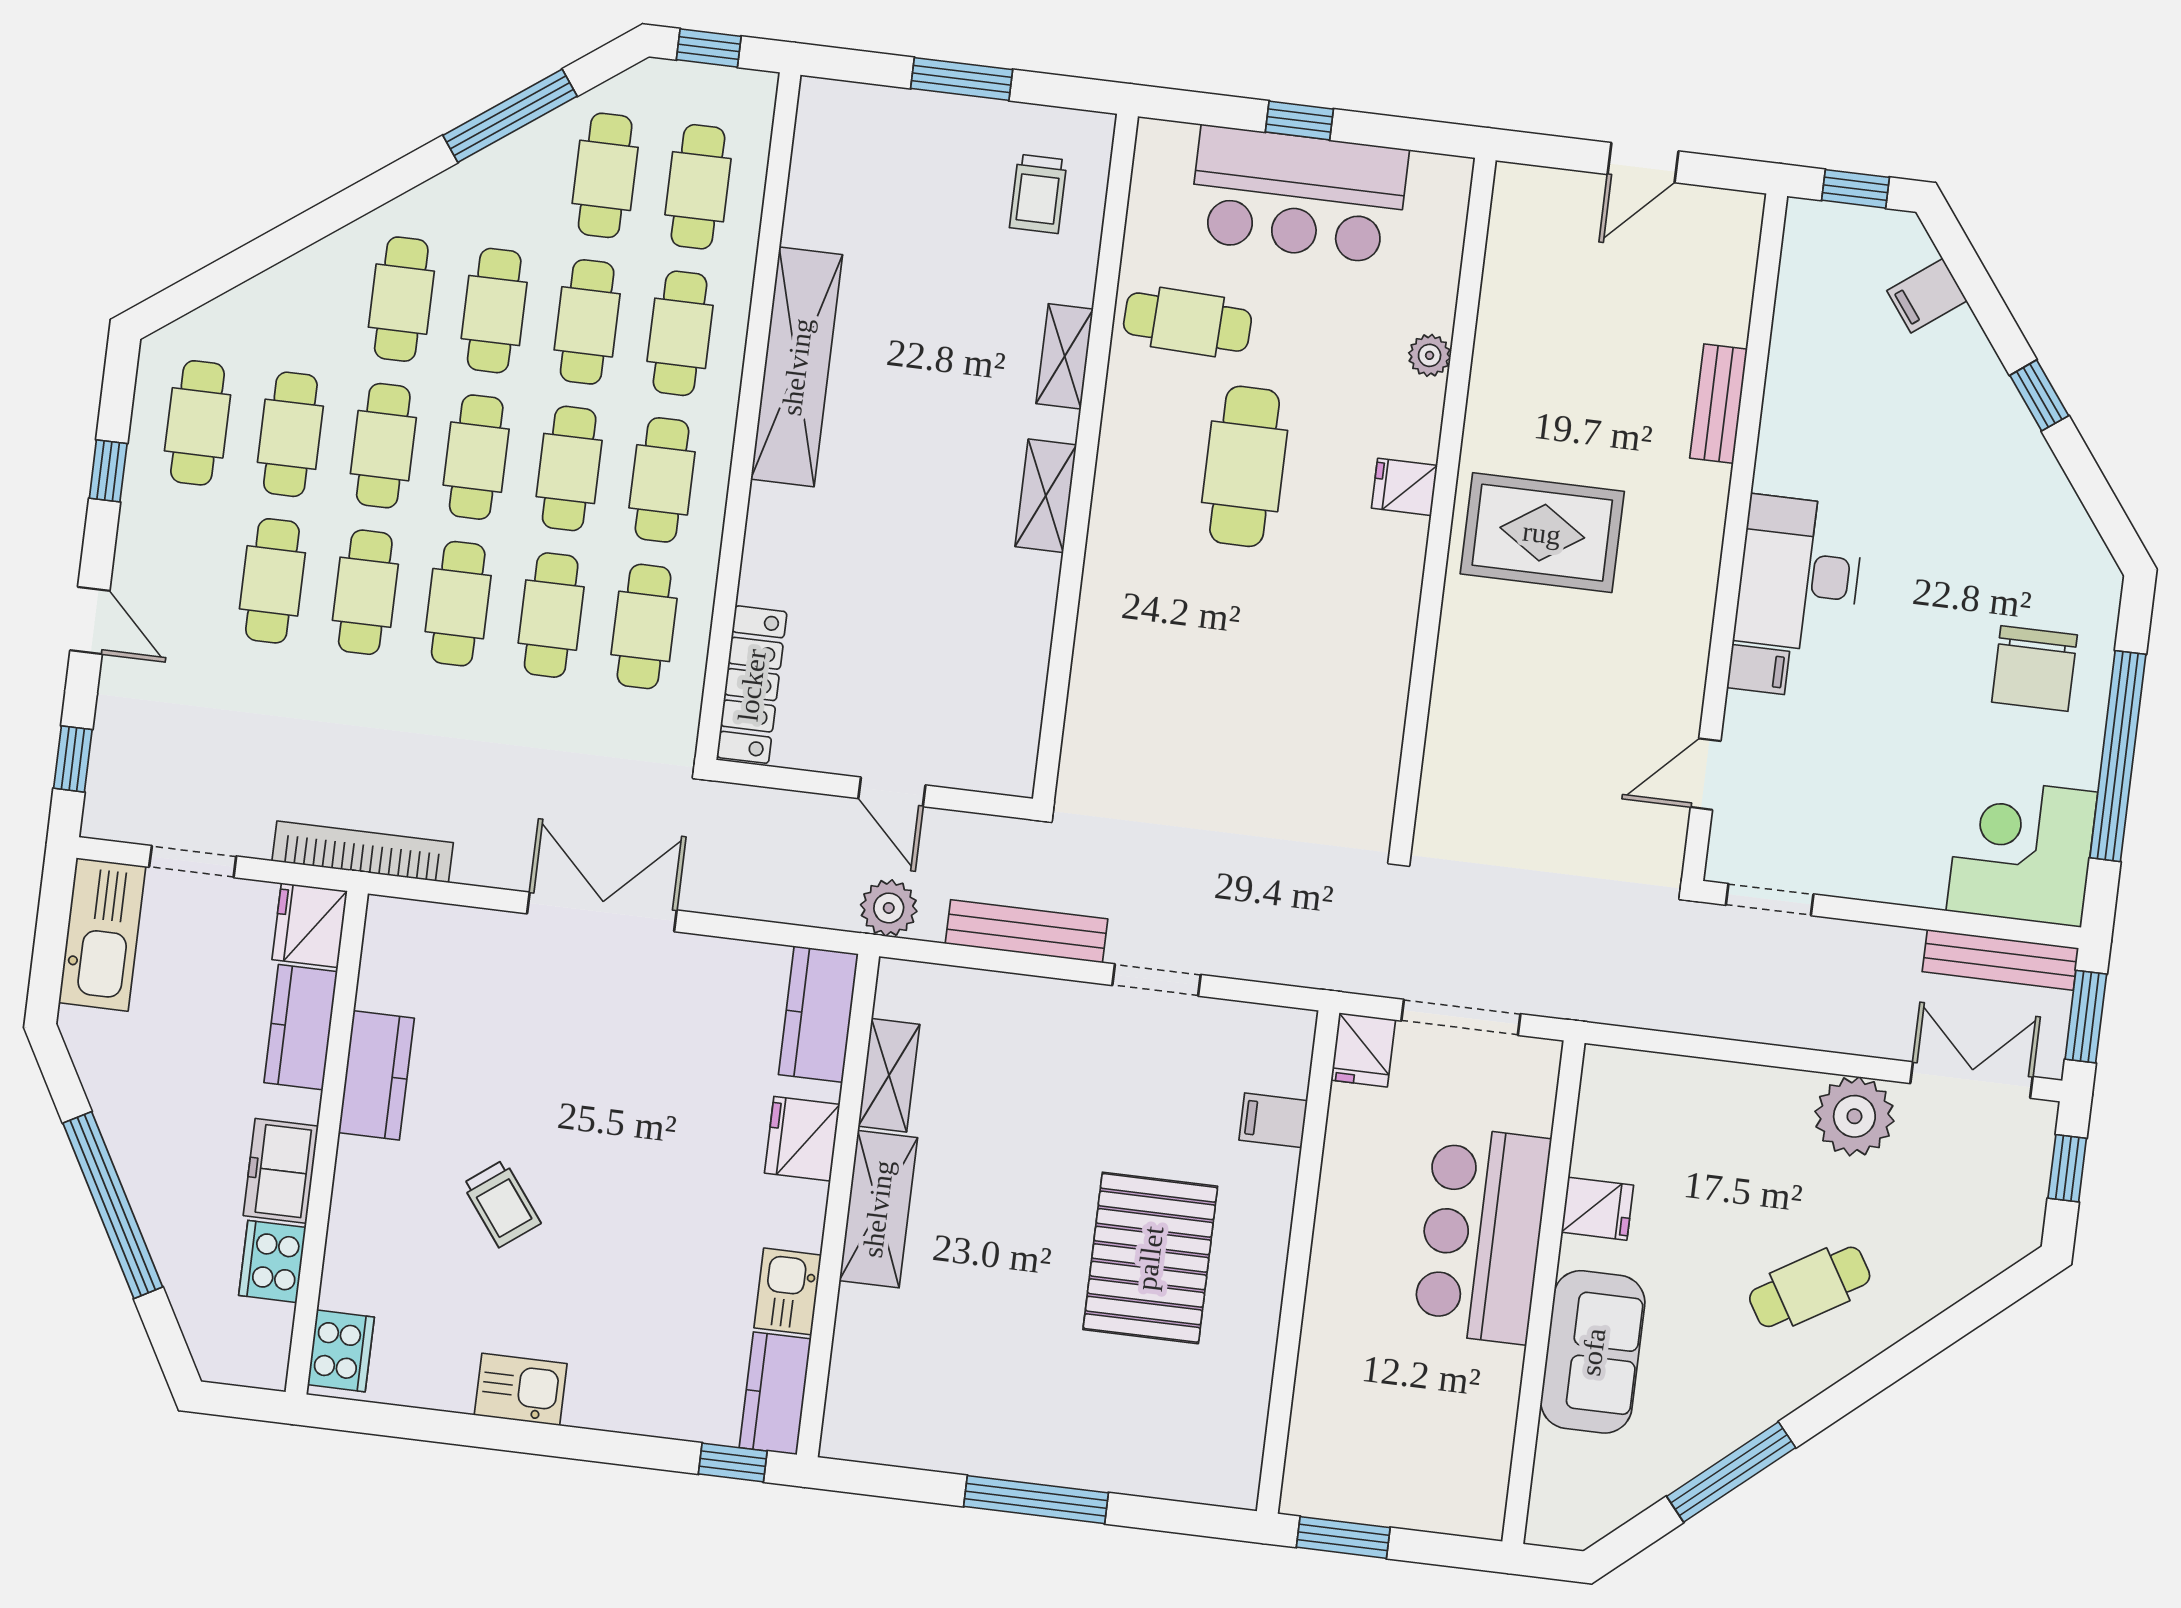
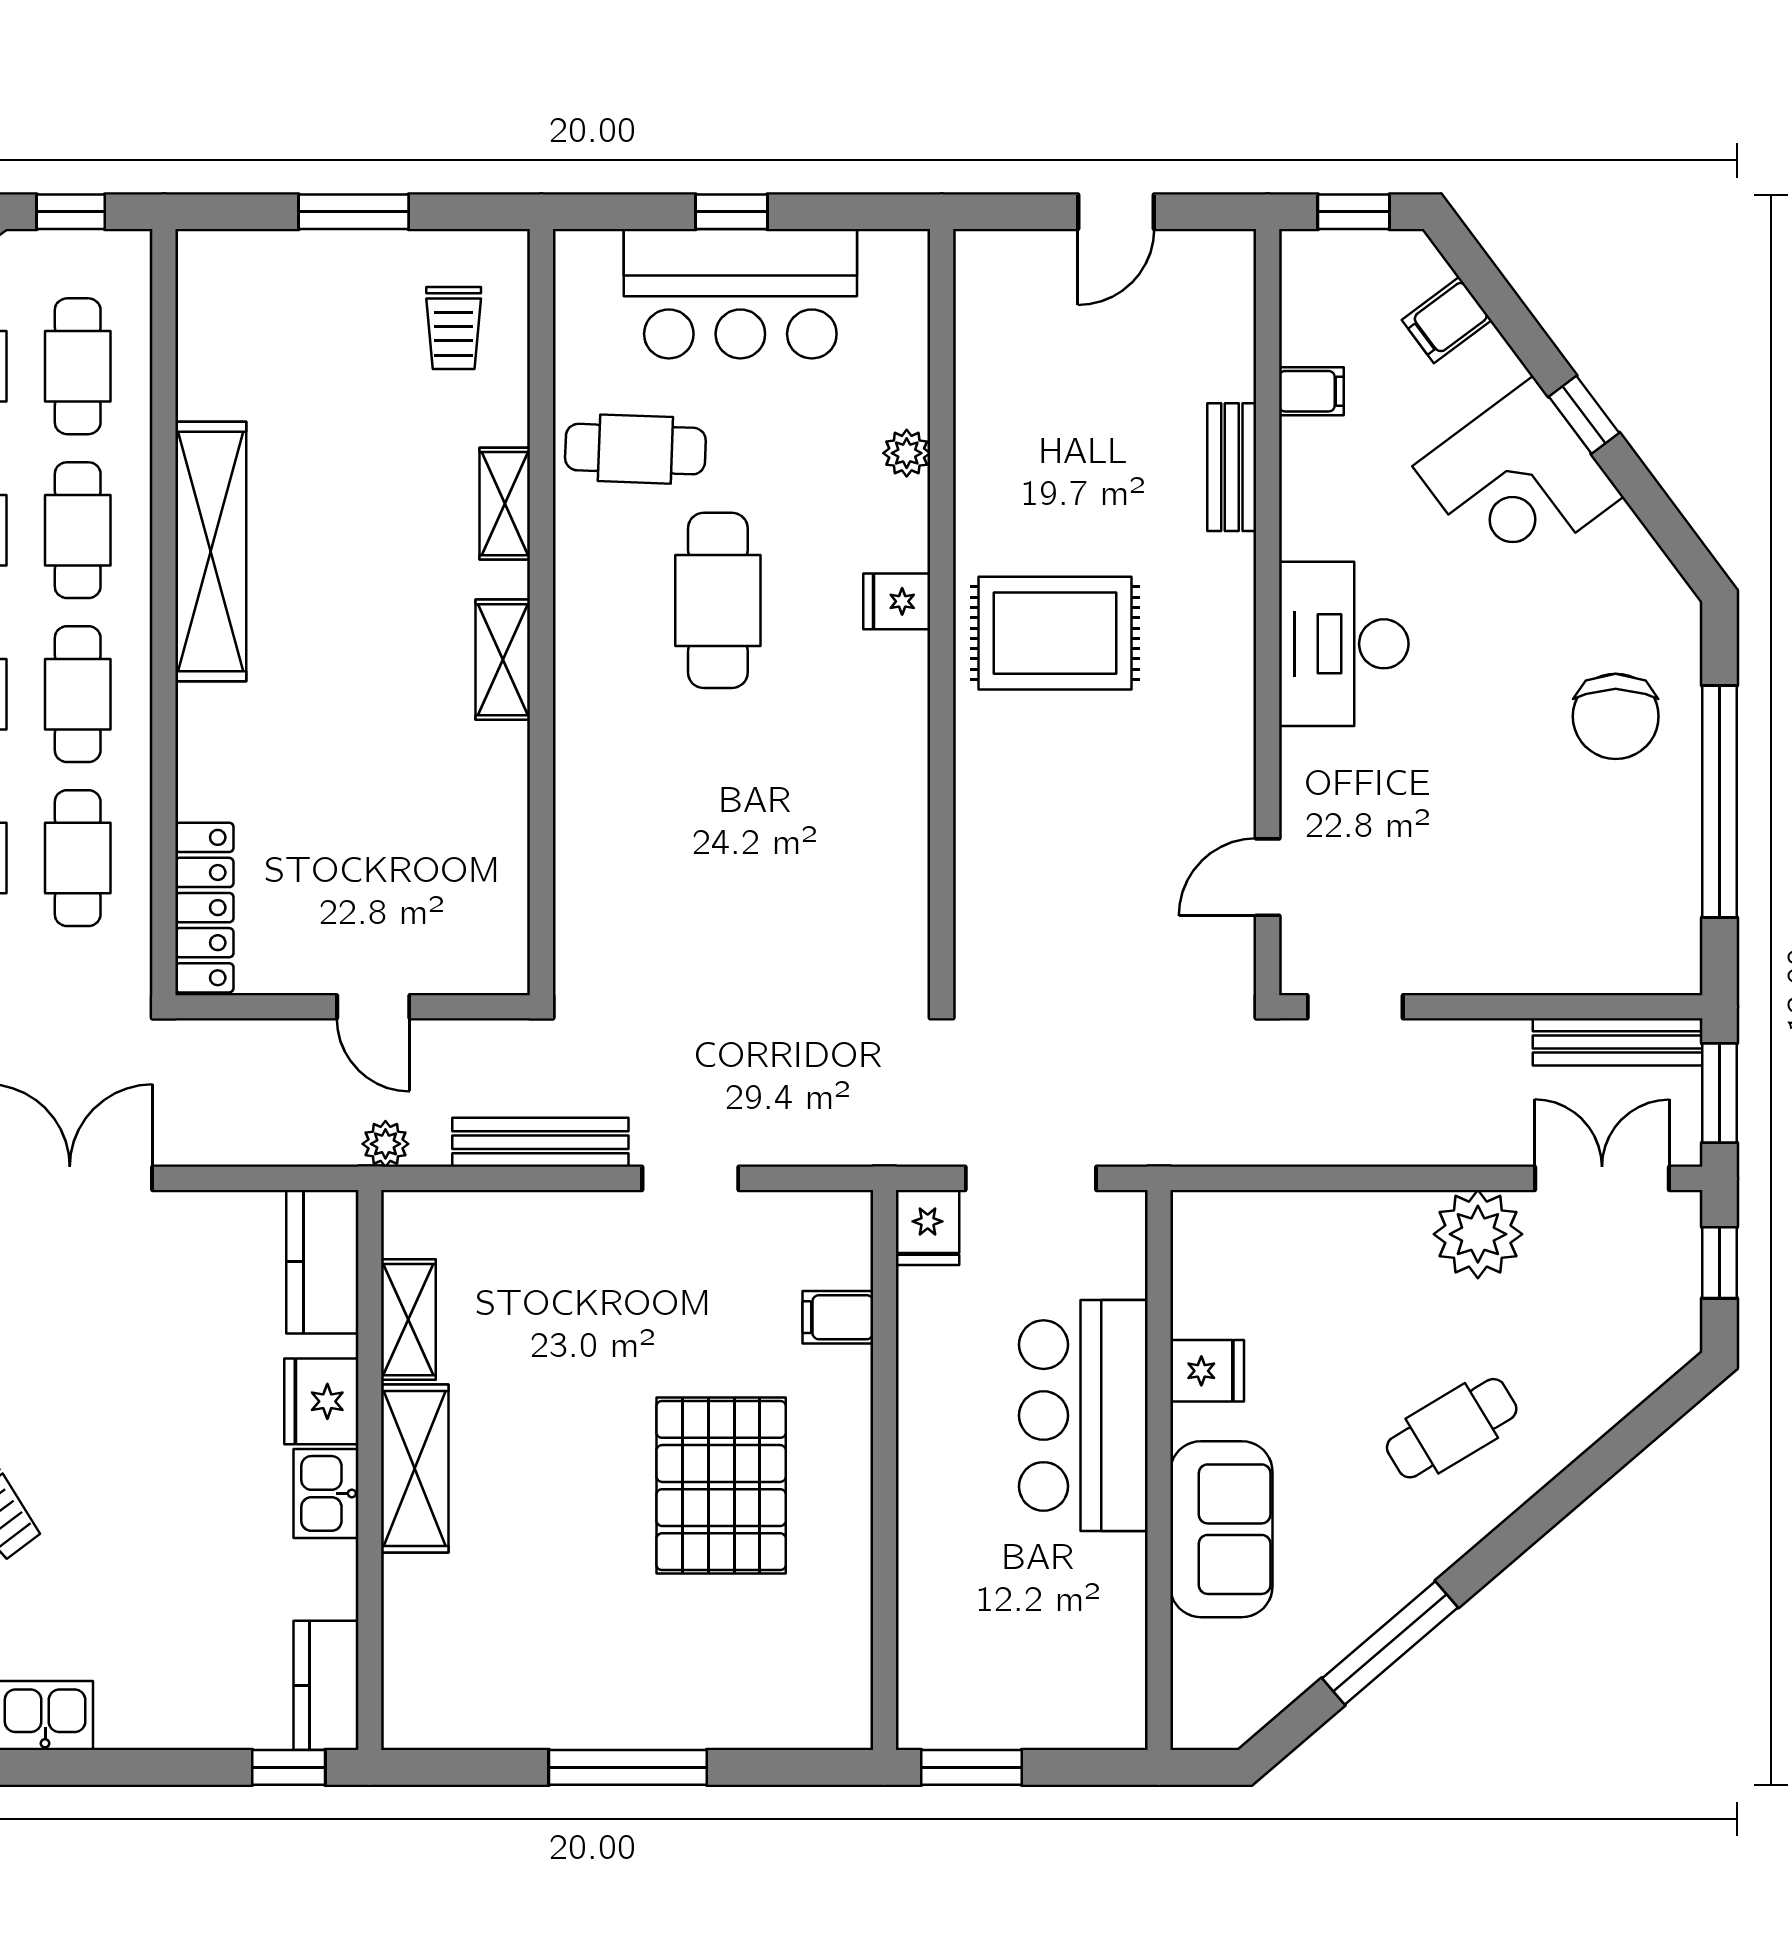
filing cabinet: (1758, 670) -> (1311, 391), moved
corner desk: (2022, 852) -> (1518, 481), moved, turned -127
plant: (889, 908) -> (385, 1144), width x0.73, depth x0.73
kitchen sink: (788, 1291) -> (326, 1493), moved

